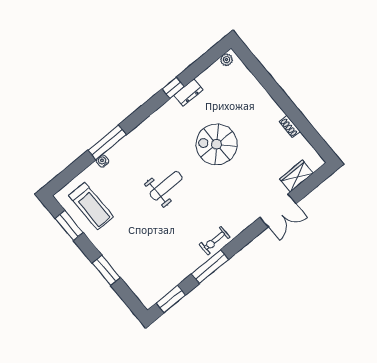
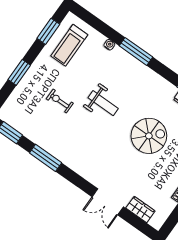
window: (107, 142) -> (136, 51), moved
spiral stairs: (217, 144) -> (149, 136), turned 90
exercise bike: (214, 241) -> (60, 101), moved

